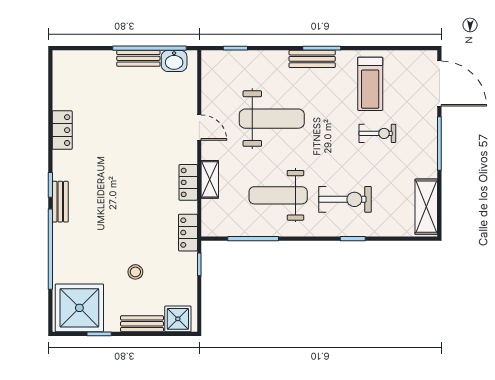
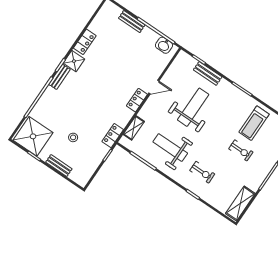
bench: (138, 58) -> (132, 21), moved
bench: (312, 59) -> (208, 73), moved
weight bench: (272, 119) -> (193, 107), turned -90
door: (199, 128) -> (154, 87), hinge flipped
shelving: (210, 179) -> (134, 128), moved
locker: (188, 182) -> (137, 100), moved
exercise bike: (345, 199) -> (202, 172), width x0.73, depth x0.72
shower: (178, 319) -> (74, 61), moved

